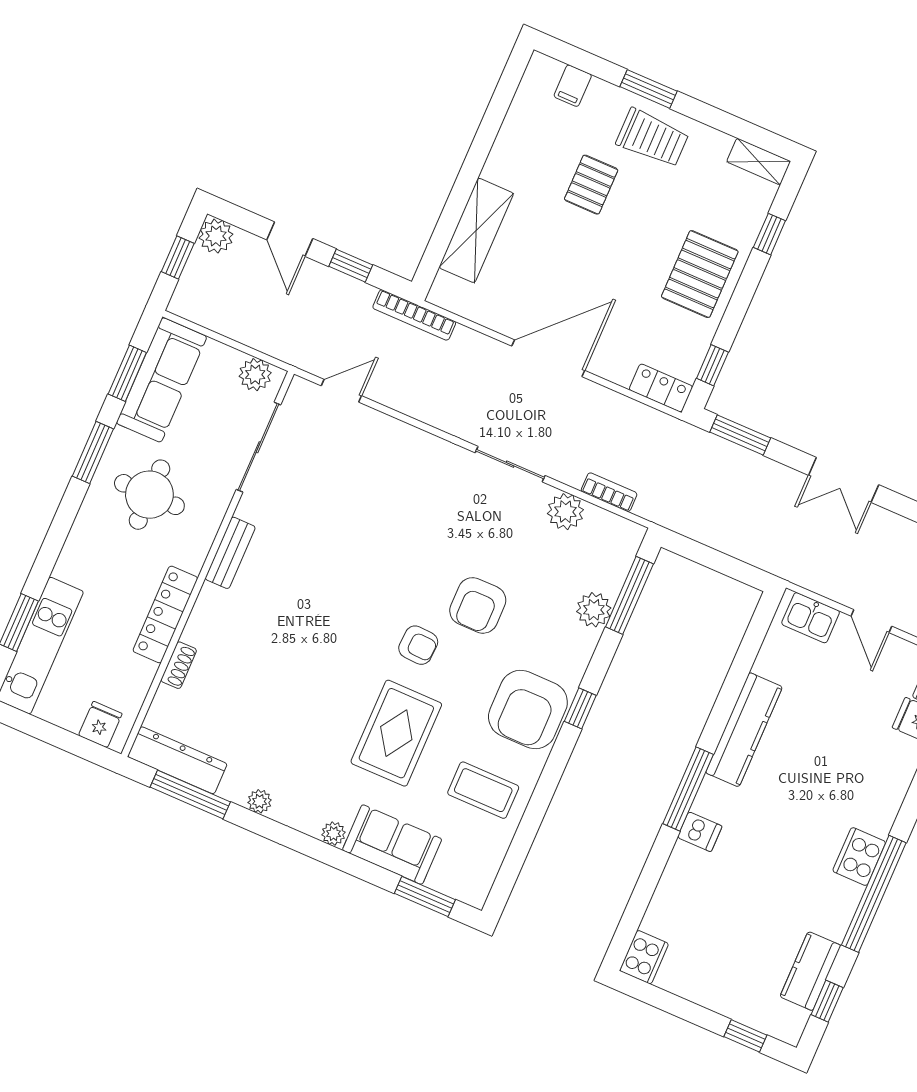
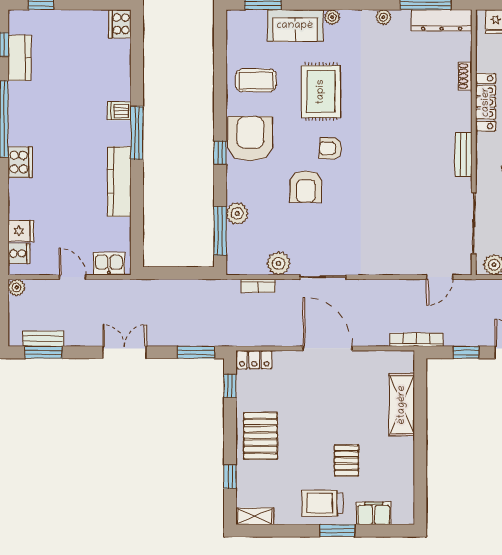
filing cabinet: (573, 86) -> (374, 513), width x2.00
door: (548, 358) -> (327, 348), swing flipped
armchair: (478, 605) -> (306, 187), turned 180
cooker: (859, 857) -> (20, 162), moved

